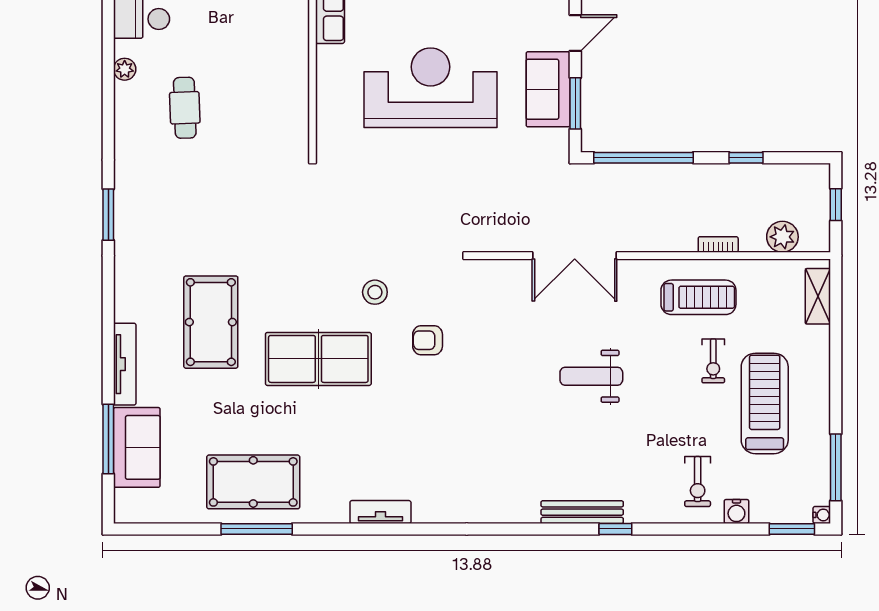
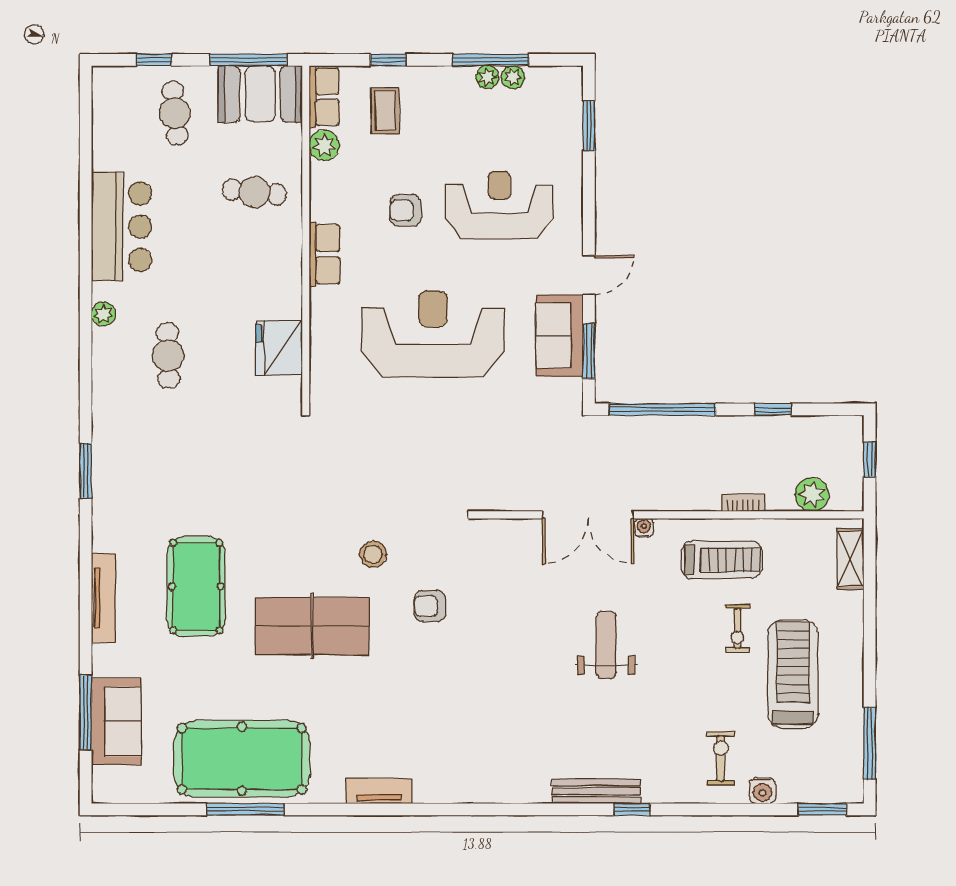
fridge: (288, 101) -> (279, 348), added
tv unit: (125, 364) -> (103, 598), moved
weight bench: (591, 376) -> (606, 645), turned 90
pool table: (253, 482) -> (242, 759), width x1.36, depth x1.32
exercise bike: (698, 482) -> (721, 758), turned 180
water cooler: (822, 515) -> (644, 528), moved, turned -90

